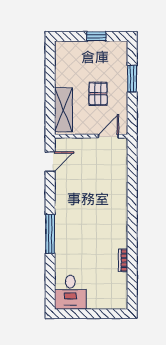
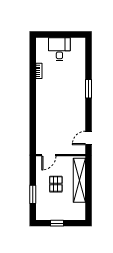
shelving: (63, 110) -> (79, 180), width x1.47
window: (50, 234) -> (88, 89), width x0.69
desk: (70, 292) -> (59, 49), moved

